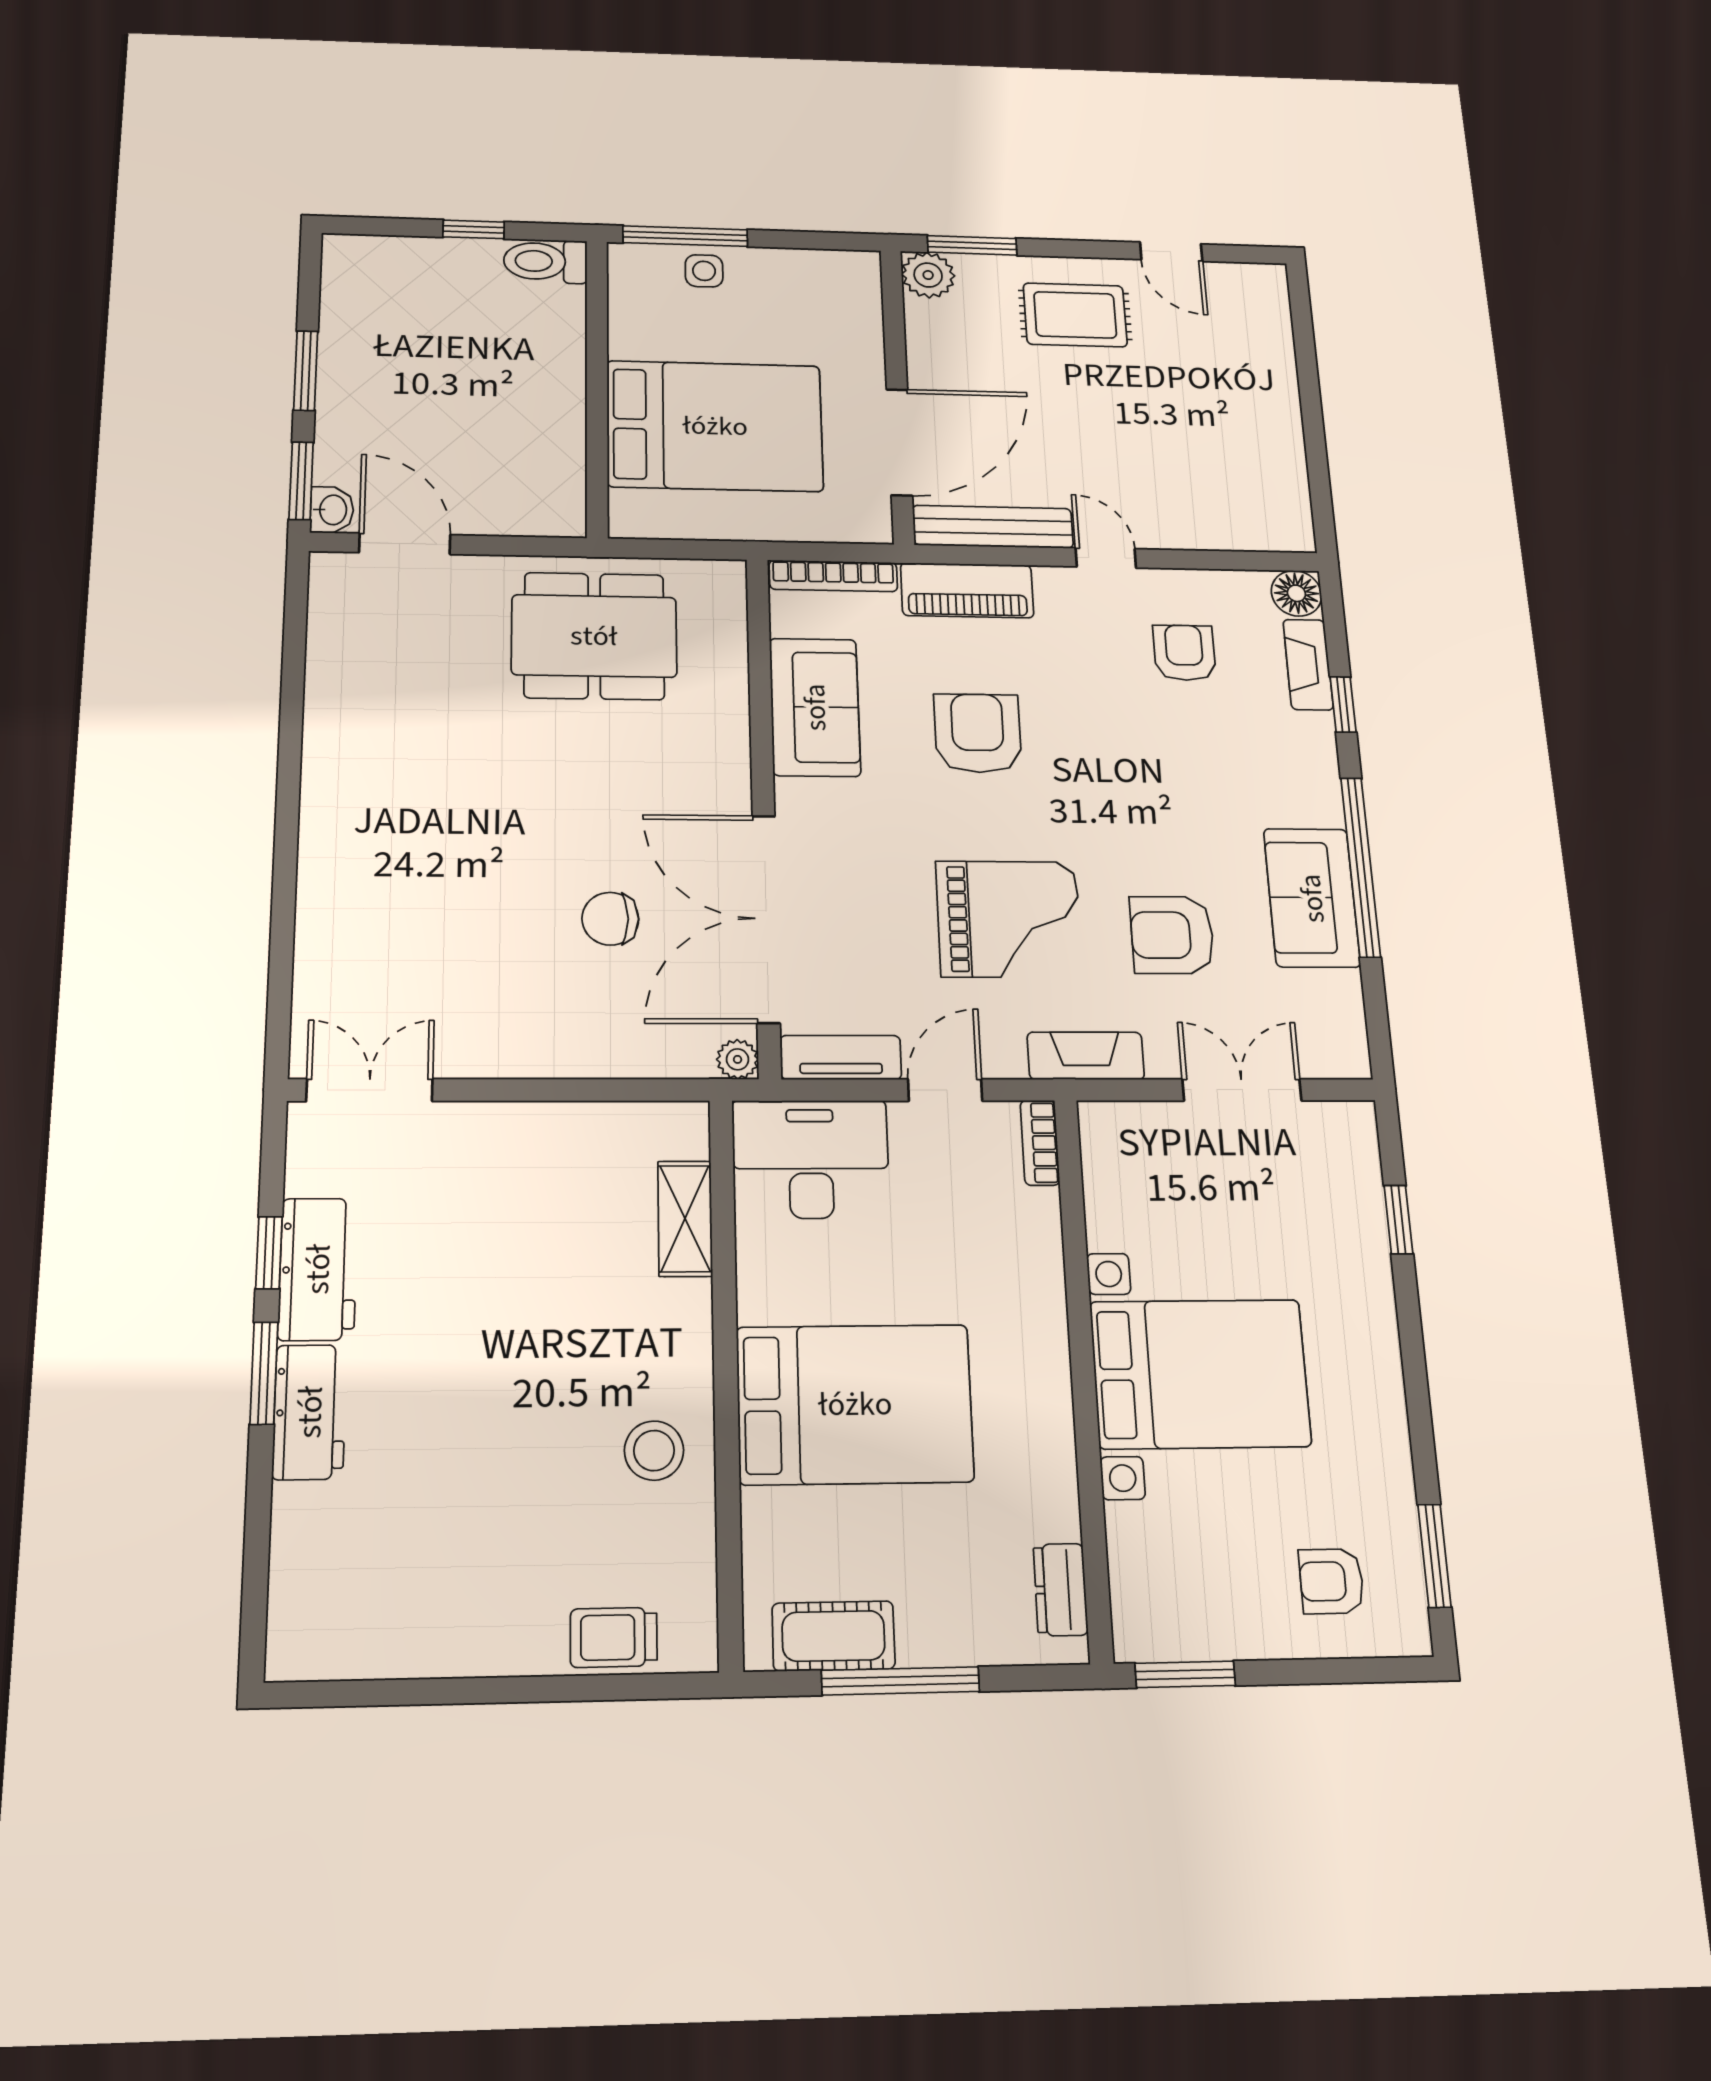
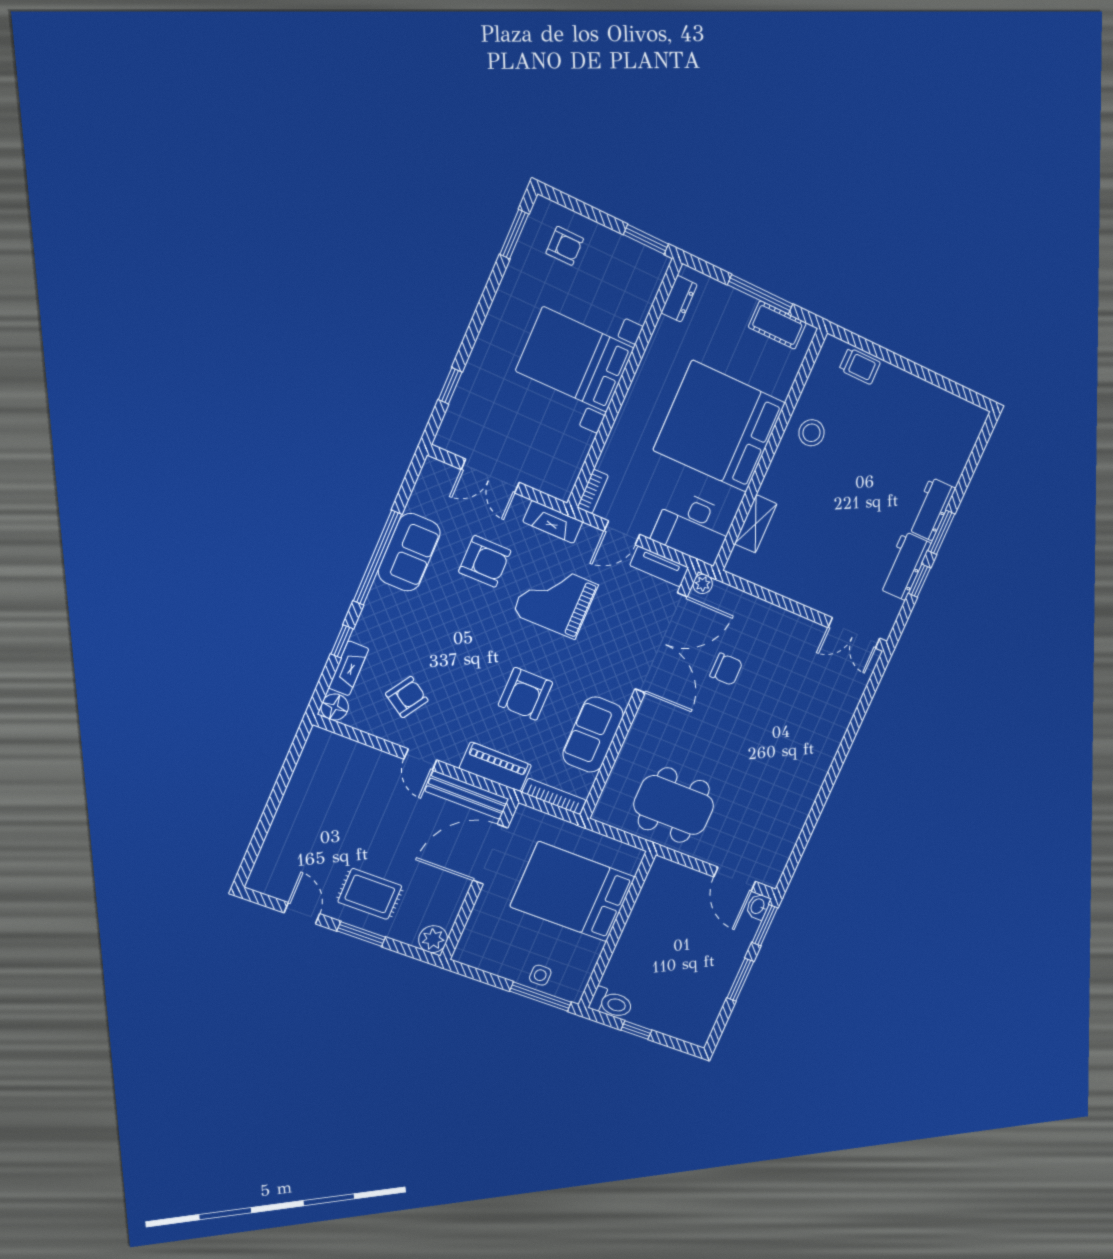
window: (972, 245) -> (361, 934), moved
armchair: (1184, 653) -> (407, 697), turned -147
bed: (855, 1404) -> (719, 426), width x1.36

